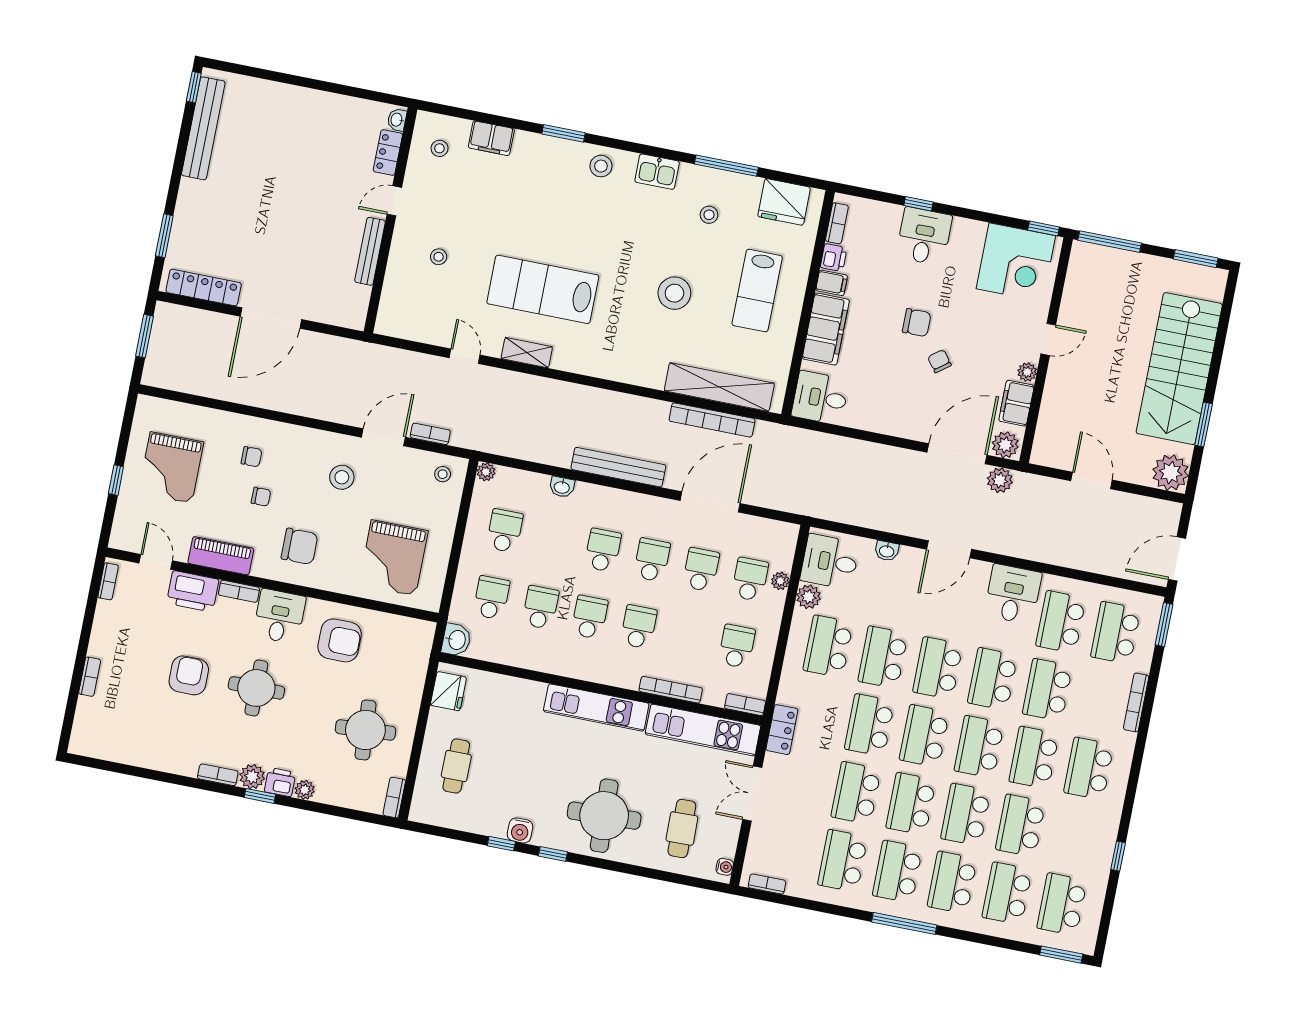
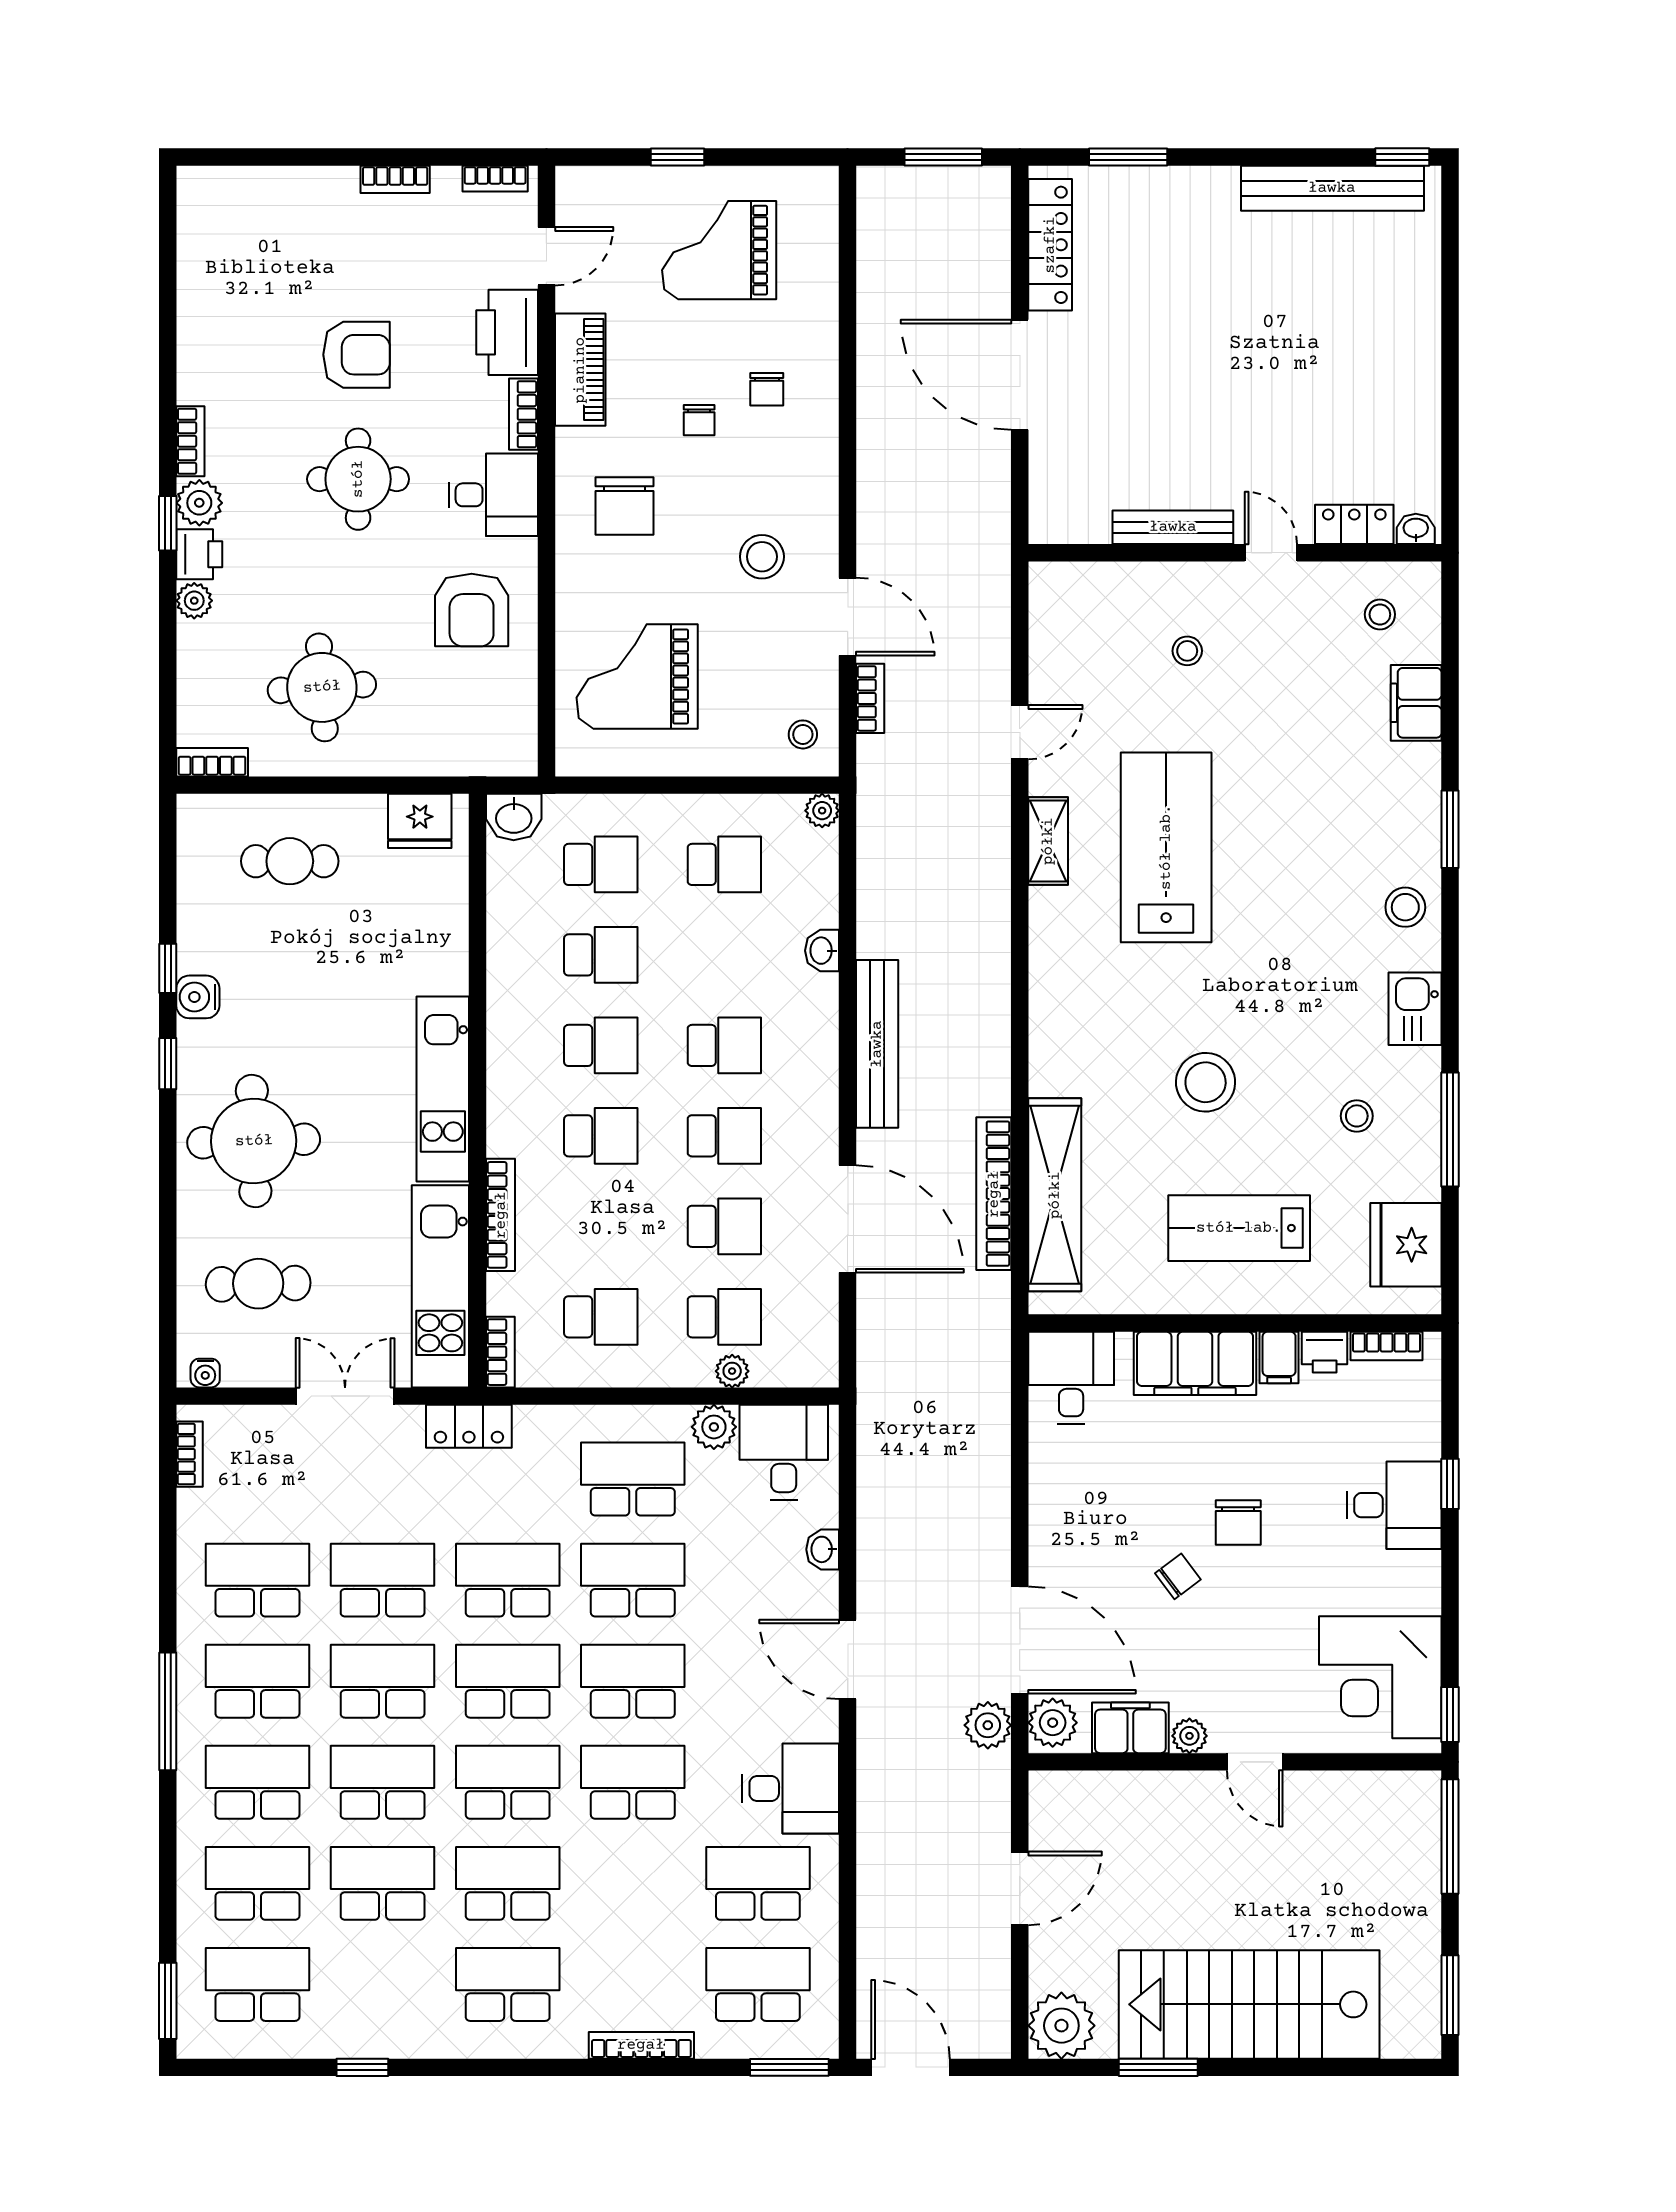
bookcase: (90, 677) -> (395, 179), moved
school desk: (1047, 690) -> (633, 1883), removed

